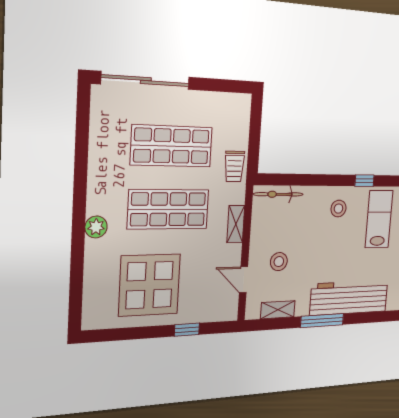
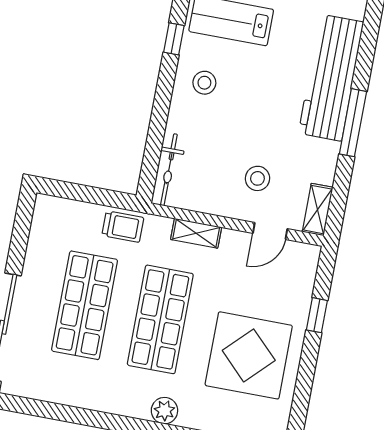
shelving: (278, 310) -> (318, 210), moved

